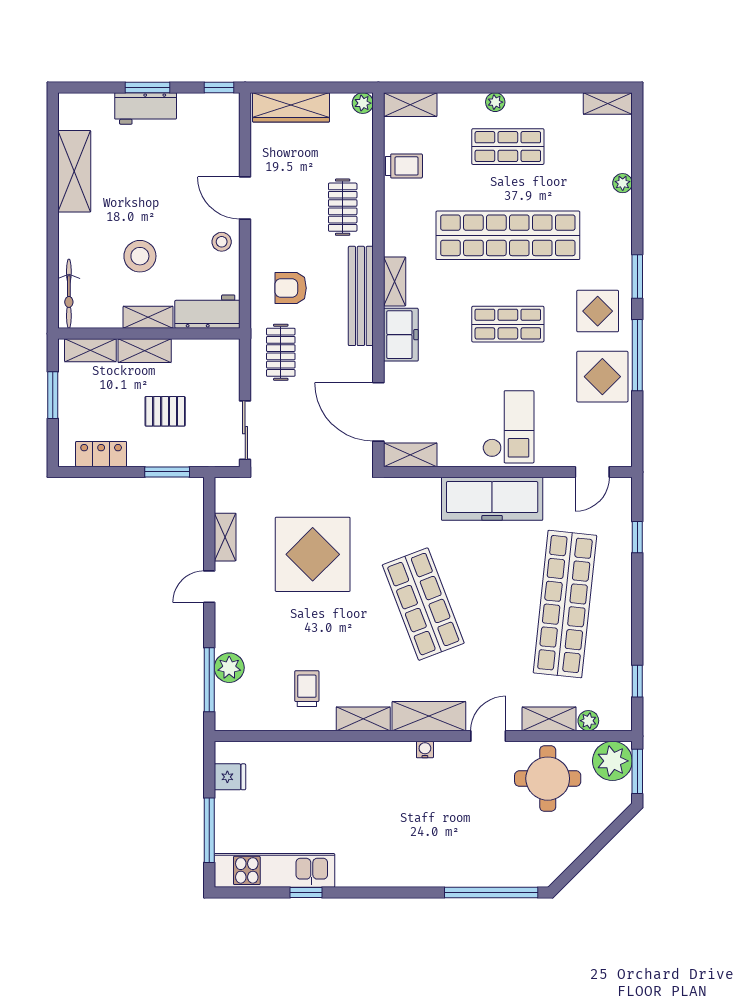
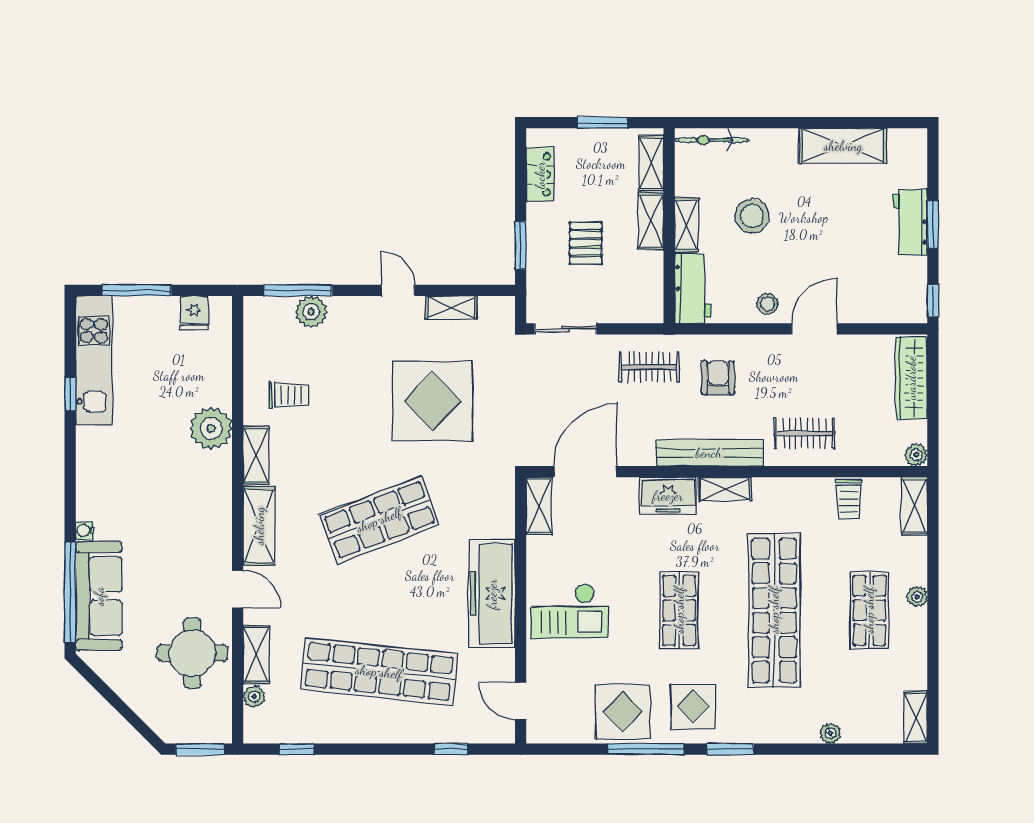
water cooler: (425, 750) -> (85, 530), moved, turned 180
plant: (612, 761) -> (211, 428), moved
sofa: (494, 866) -> (99, 596), added

